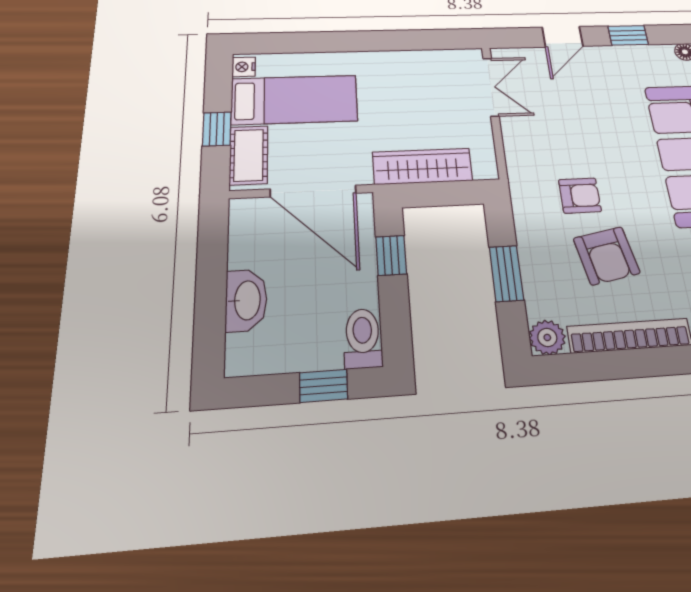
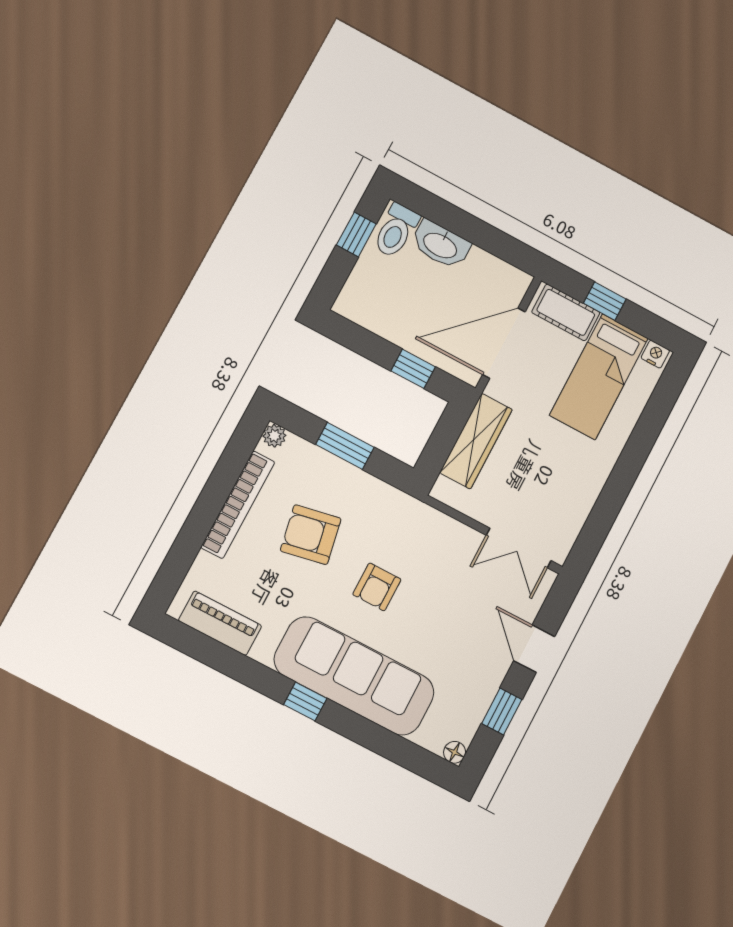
armchair: (580, 196) -> (377, 587), moved
plant: (547, 337) -> (274, 436), width x0.73, depth x0.73
toilet: (363, 338) -> (396, 231), moved, turned 90
window: (324, 386) -> (356, 234), moved

